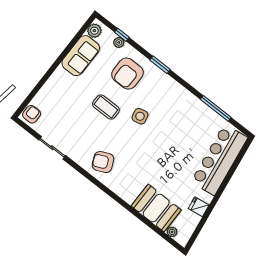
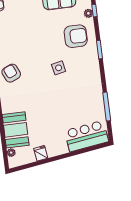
armchair: (127, 74) -> (76, 36), turned 180
coffee table: (106, 107) -> (44, 43), removed
bar counter: (219, 160) -> (86, 136), width x0.73

